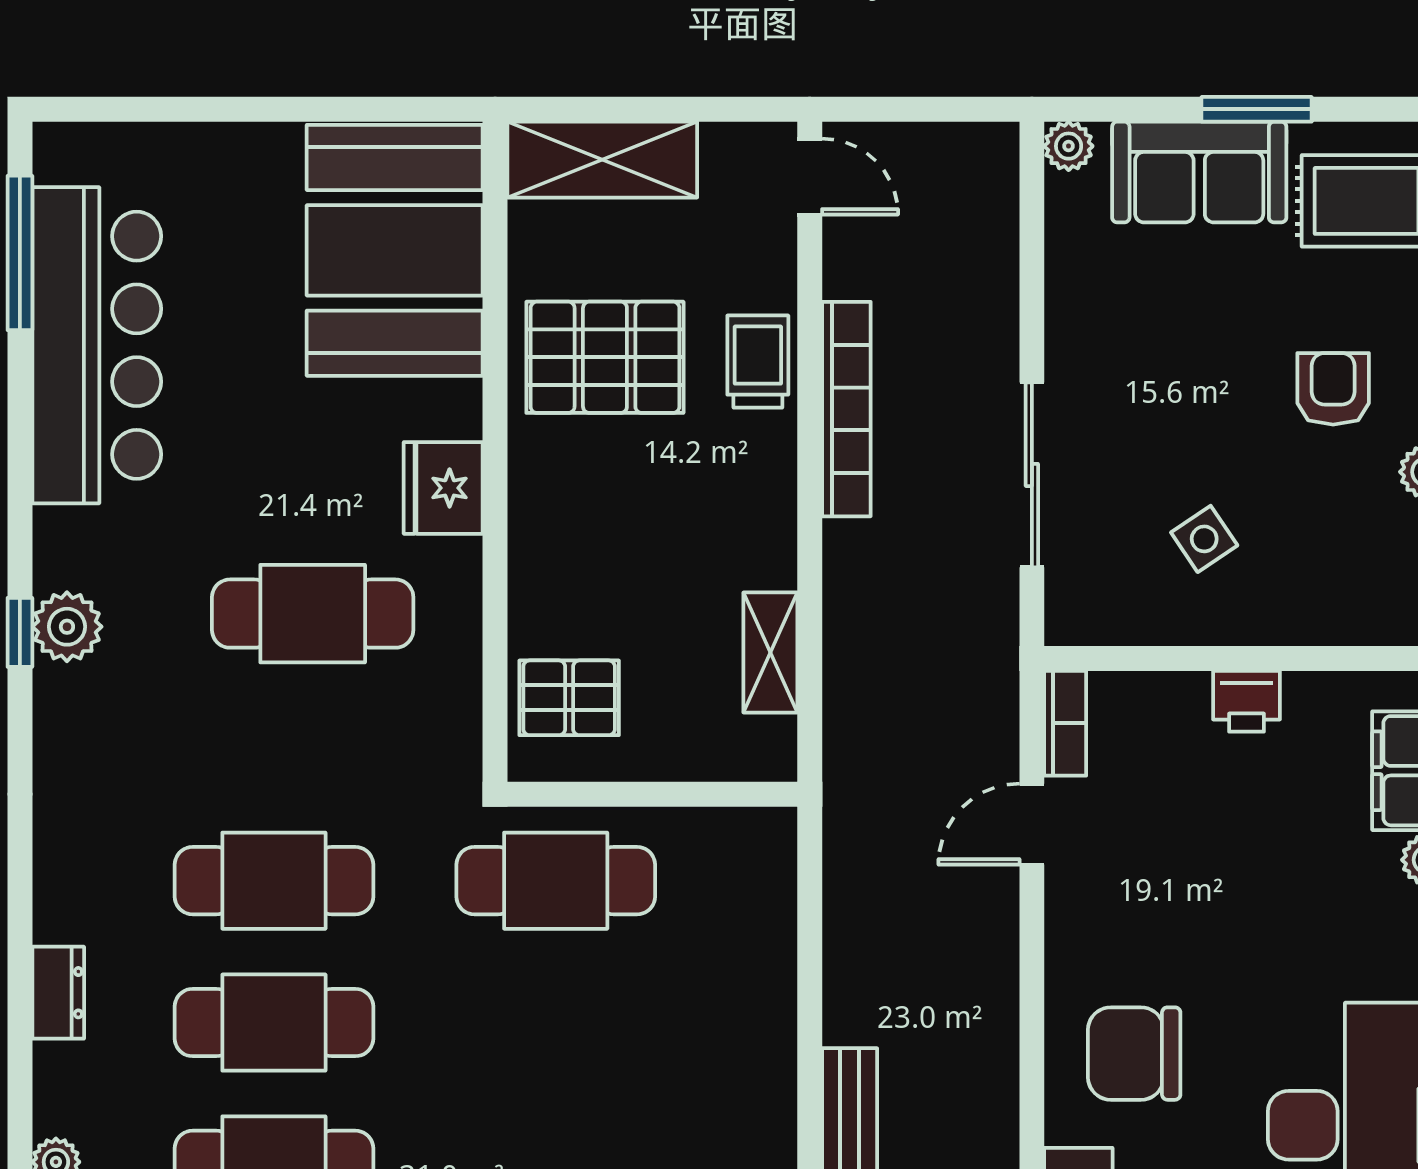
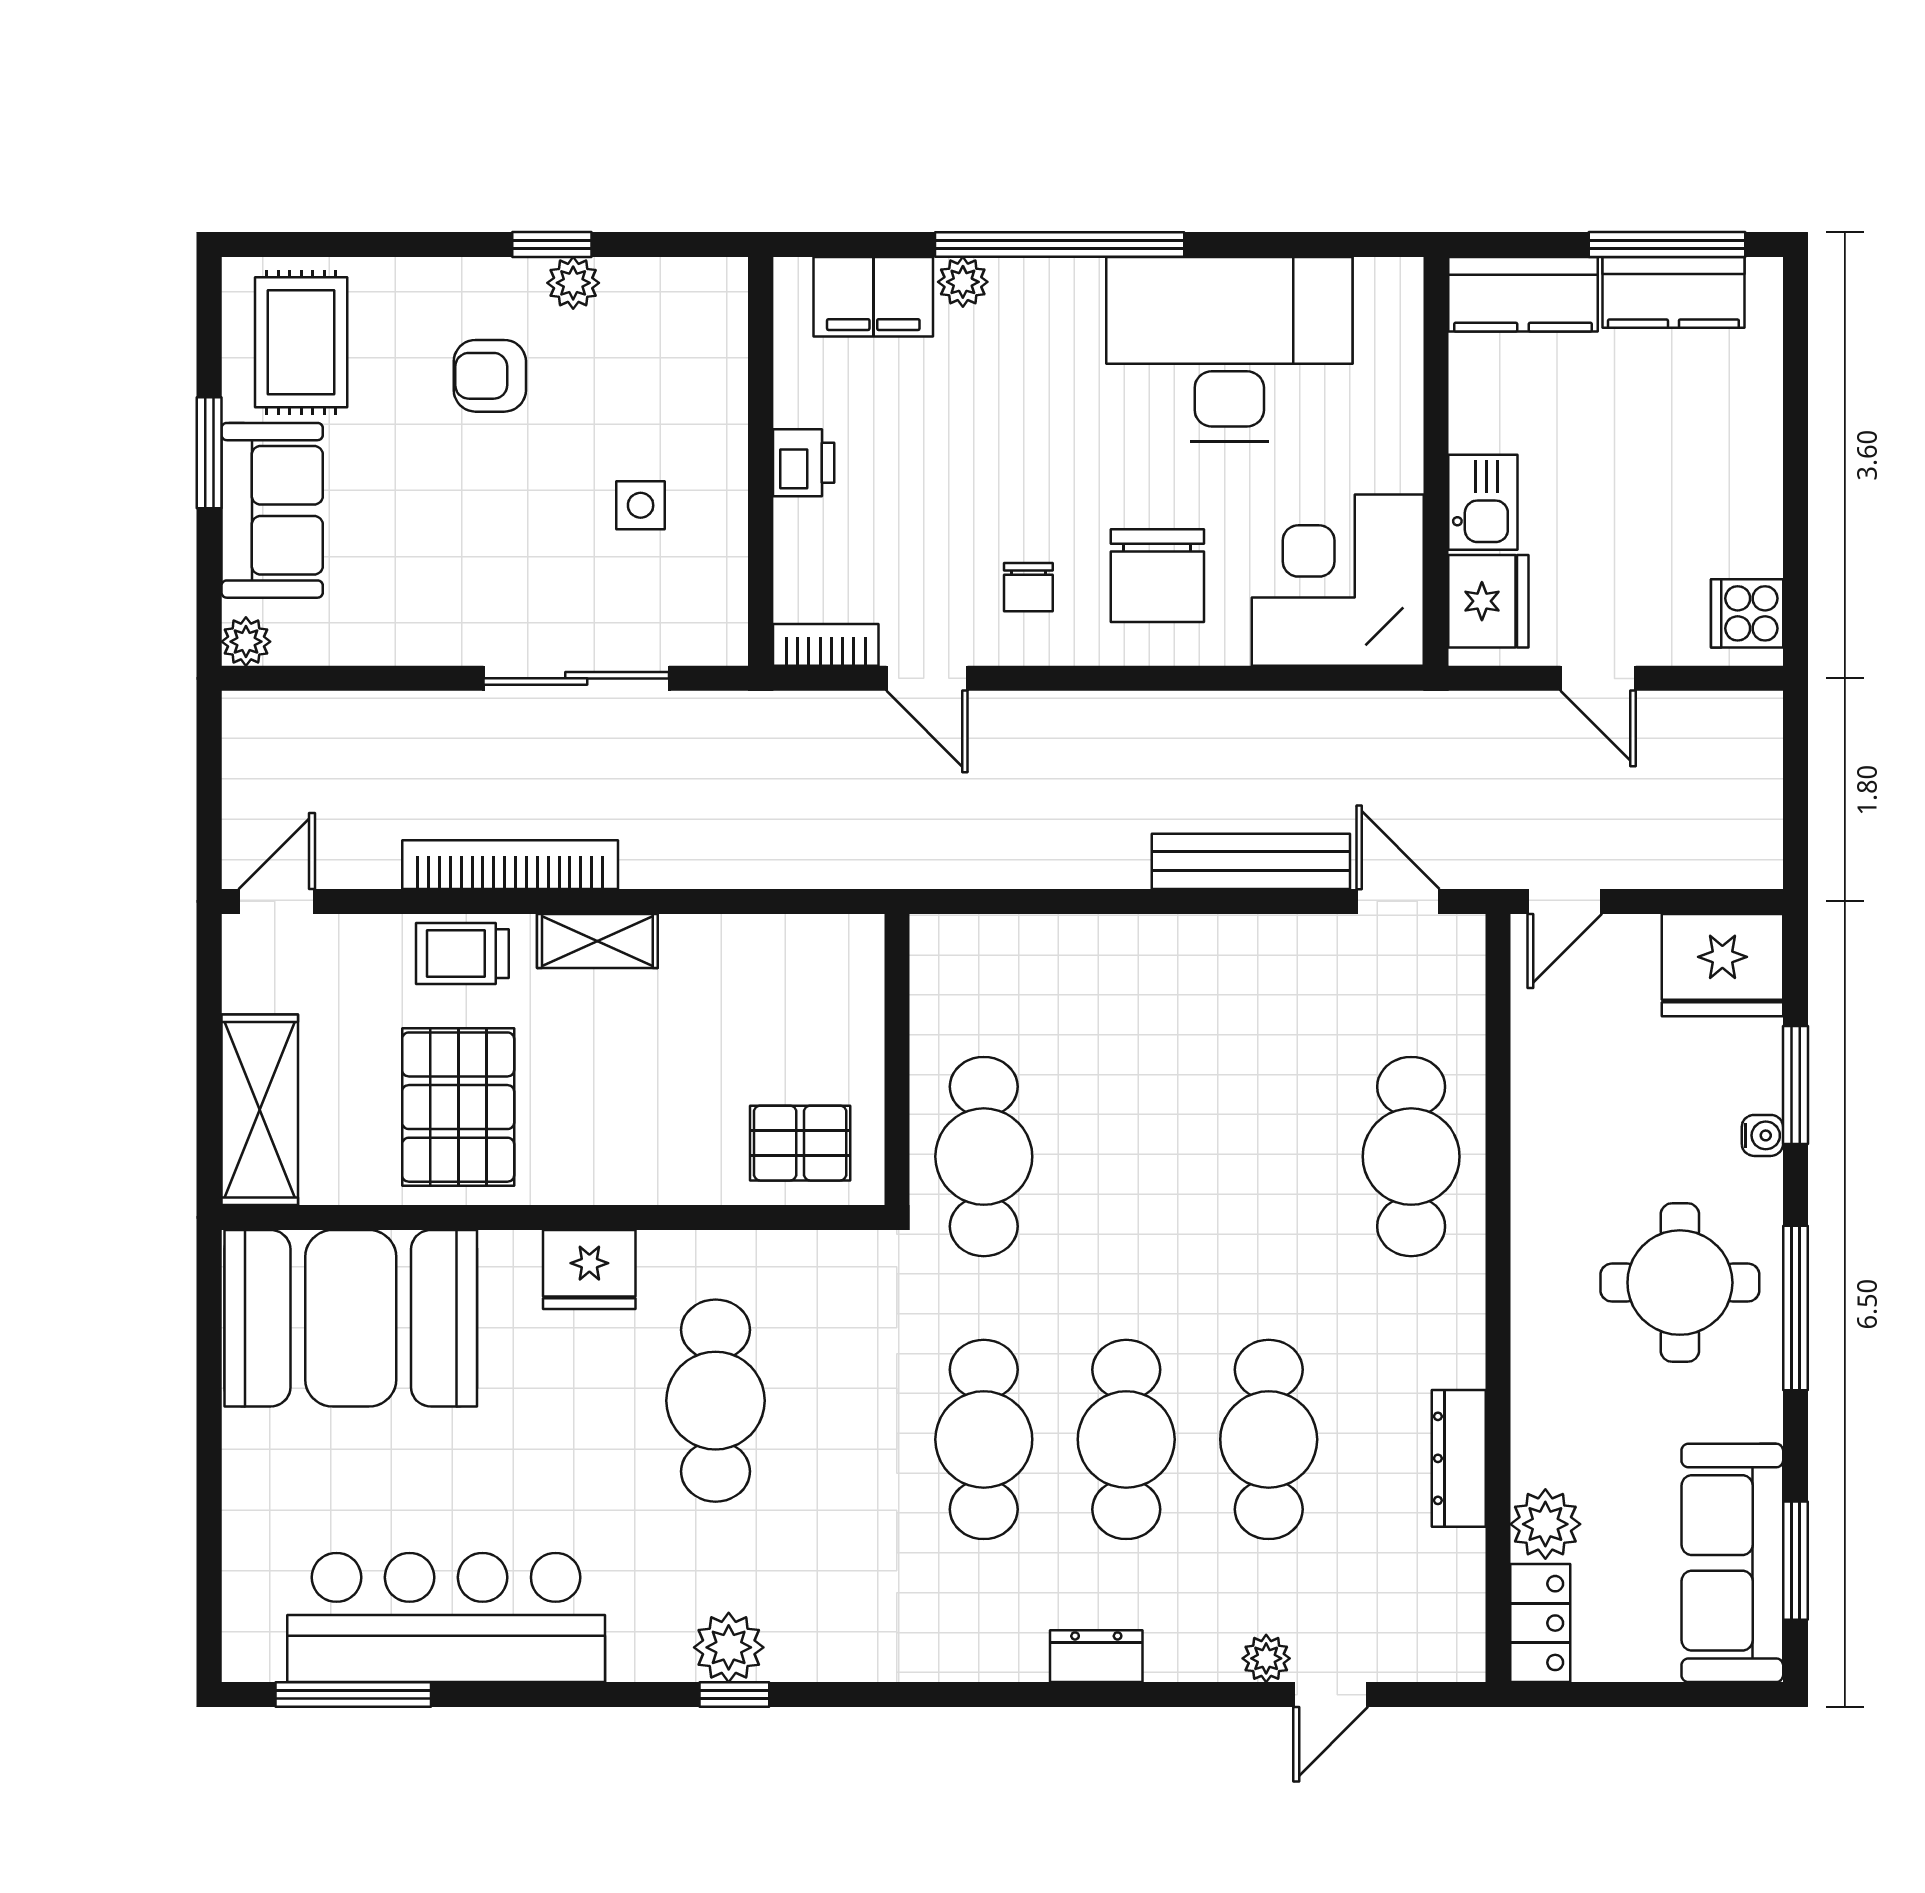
side table: (1204, 539) -> (641, 505), turned 34
shelving: (770, 653) -> (597, 941), moved
pallet: (569, 698) -> (800, 1143), turned 90
chair: (1123, 925) -> (1028, 587), added

